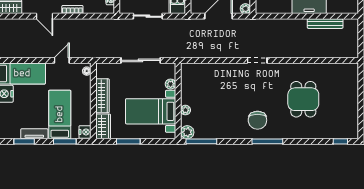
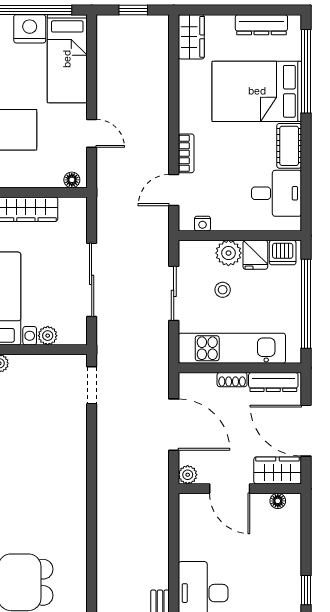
door: (45, 16) -> (174, 190), moved
doorway: (257, 60) -> (92, 385), moved

